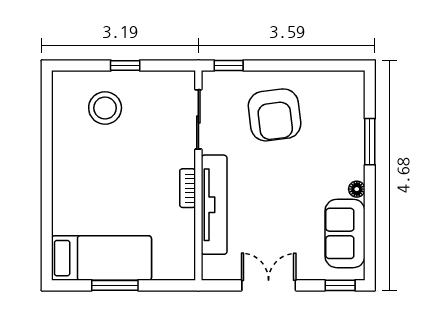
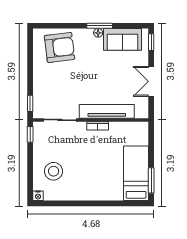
window: (125, 65) -> (30, 134), moved
nightstand: (60, 80) -> (38, 196), added
armchair: (275, 115) -> (60, 47), moved
window: (370, 142) -> (100, 26), moved
window: (115, 285) -> (151, 180), moved

